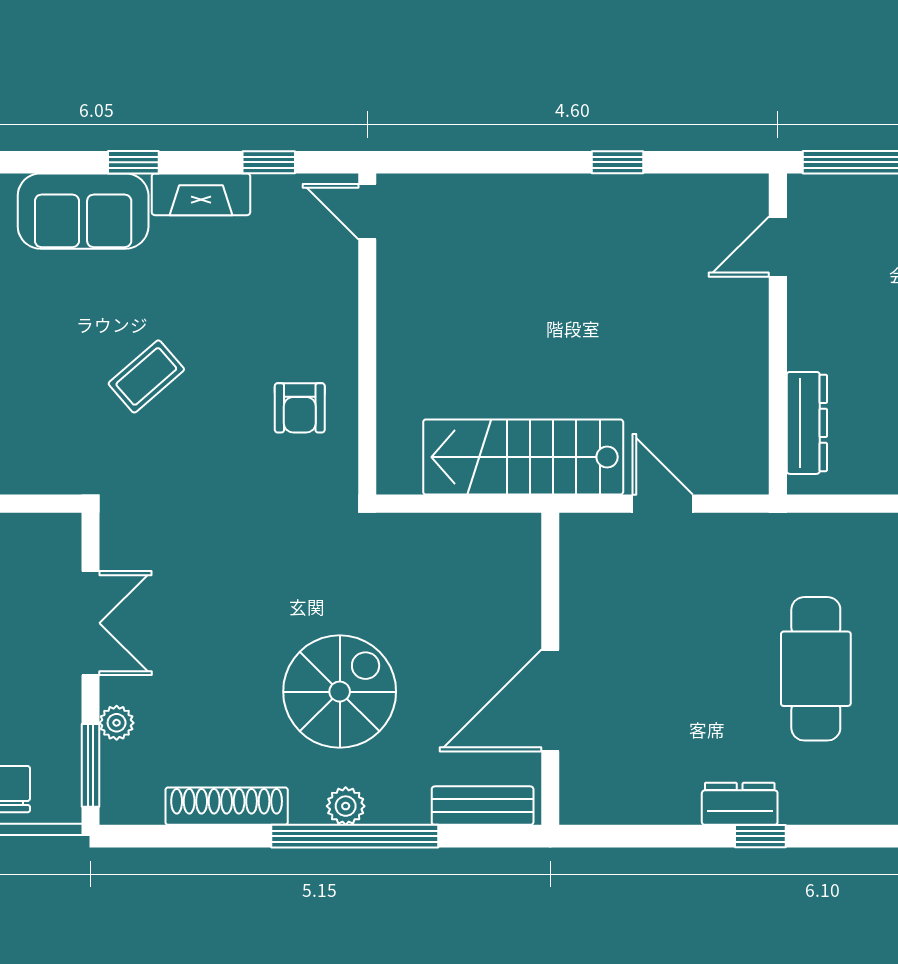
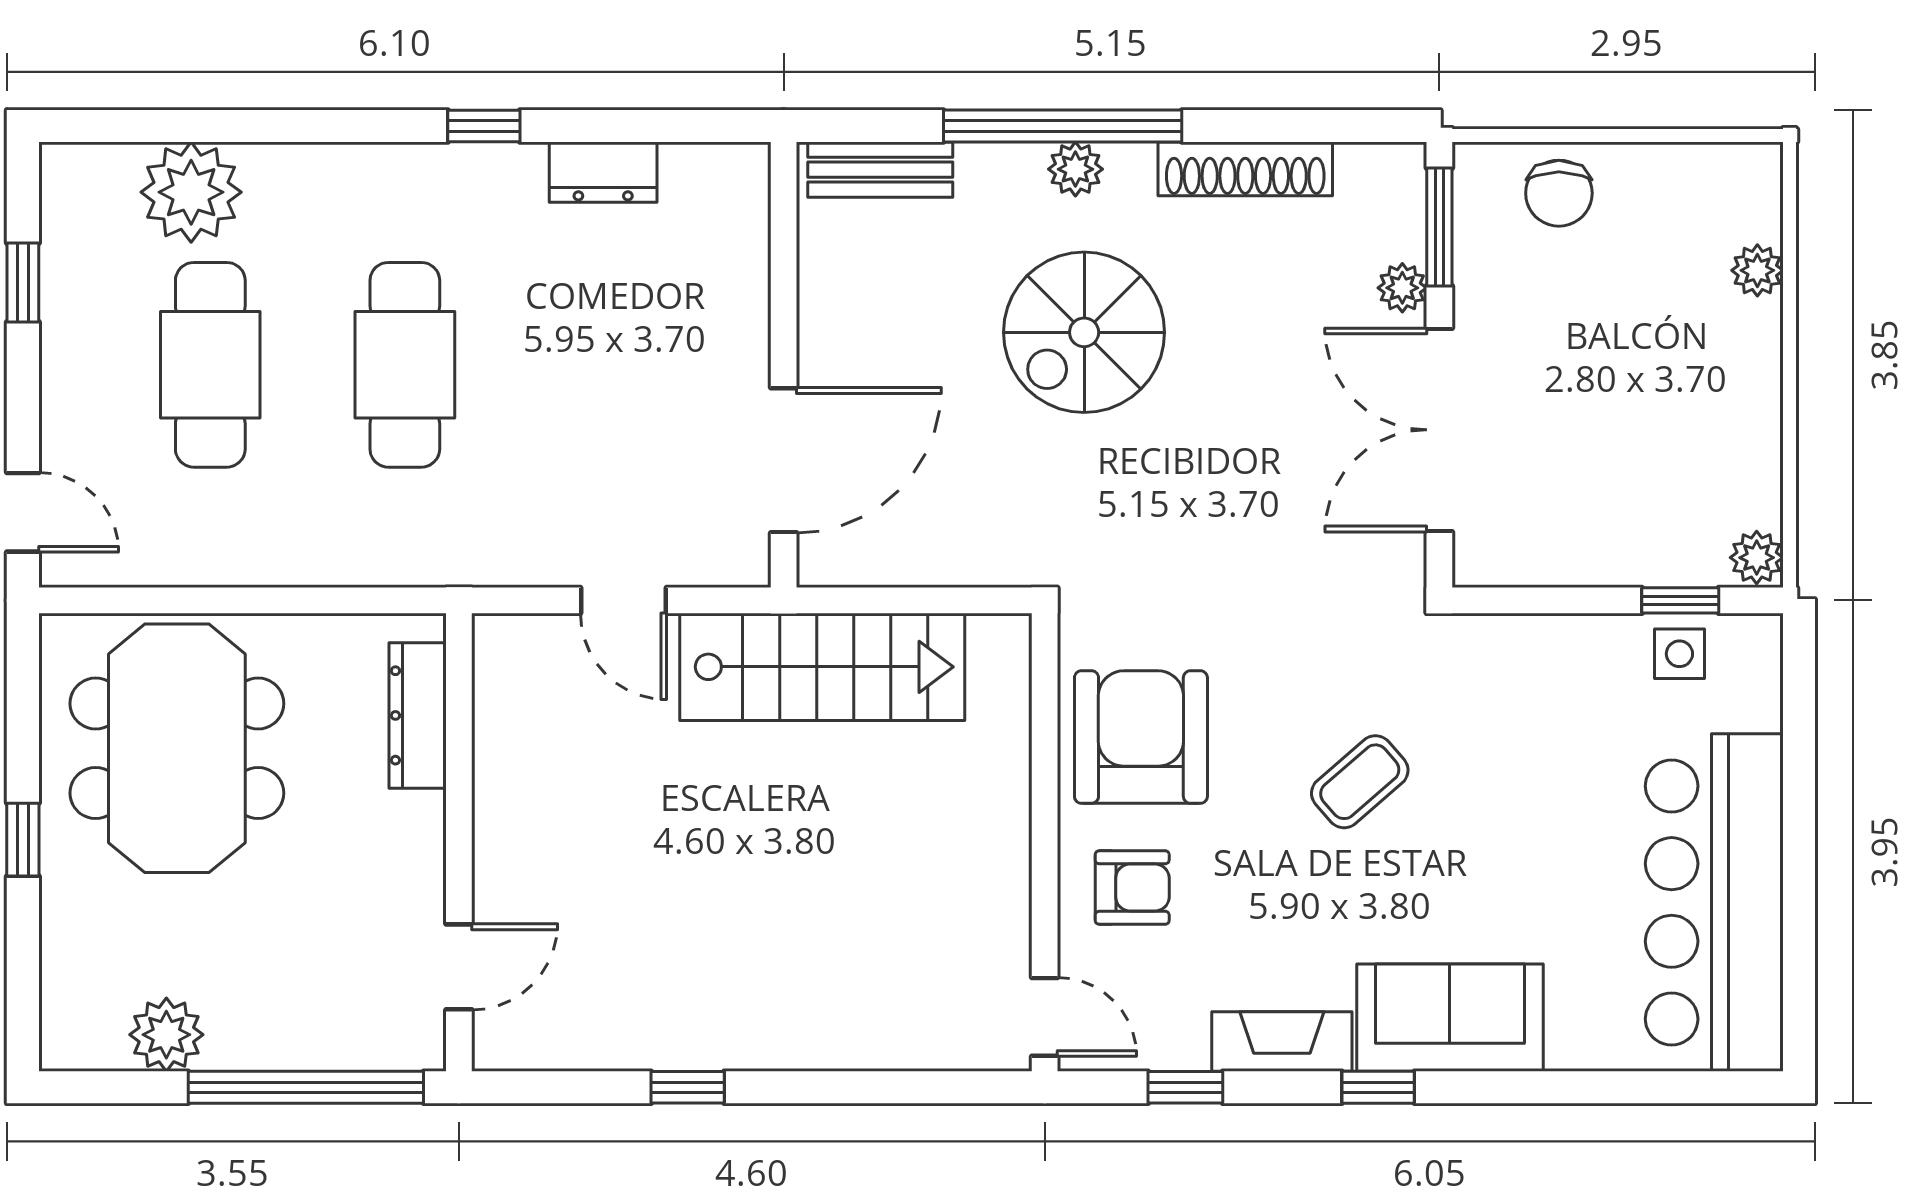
armchair: (306, 302) -> (1132, 888), added
armchair: (300, 408) -> (1141, 737), width x1.88, depth x1.88
double door: (91, 623) -> (1439, 430), width x1.37
door: (550, 701) -> (784, 460), moved
dresser: (740, 804) -> (603, 172), moved

